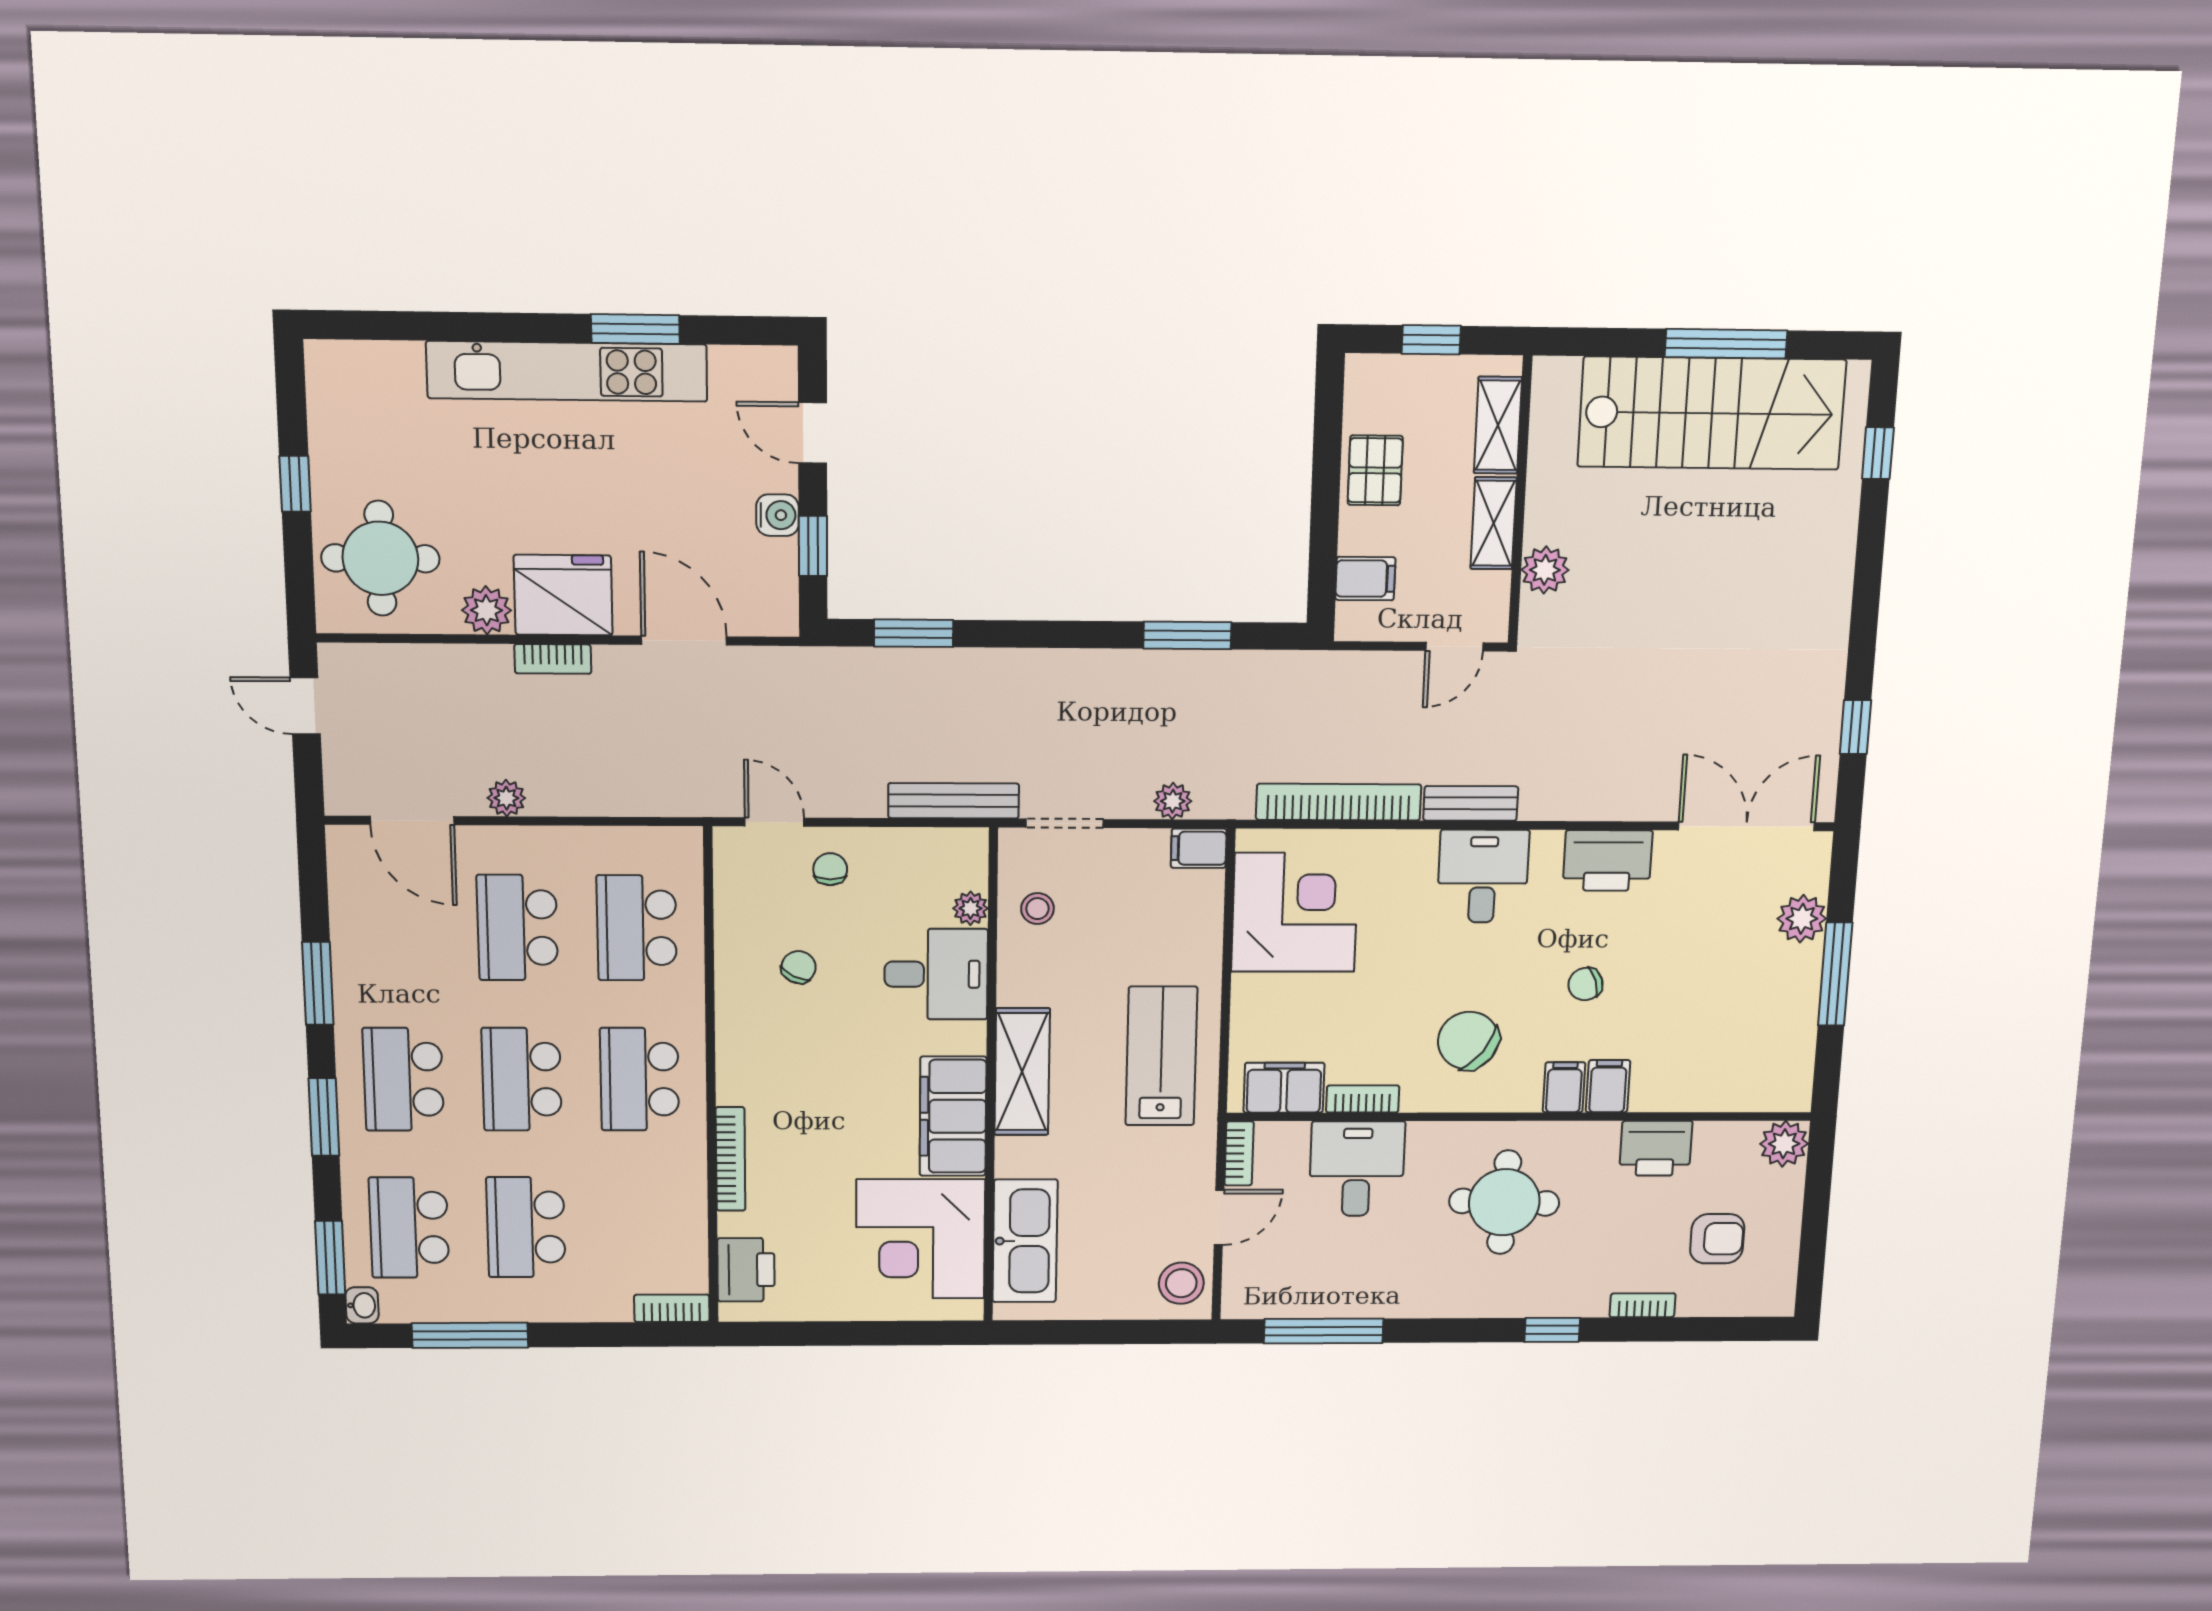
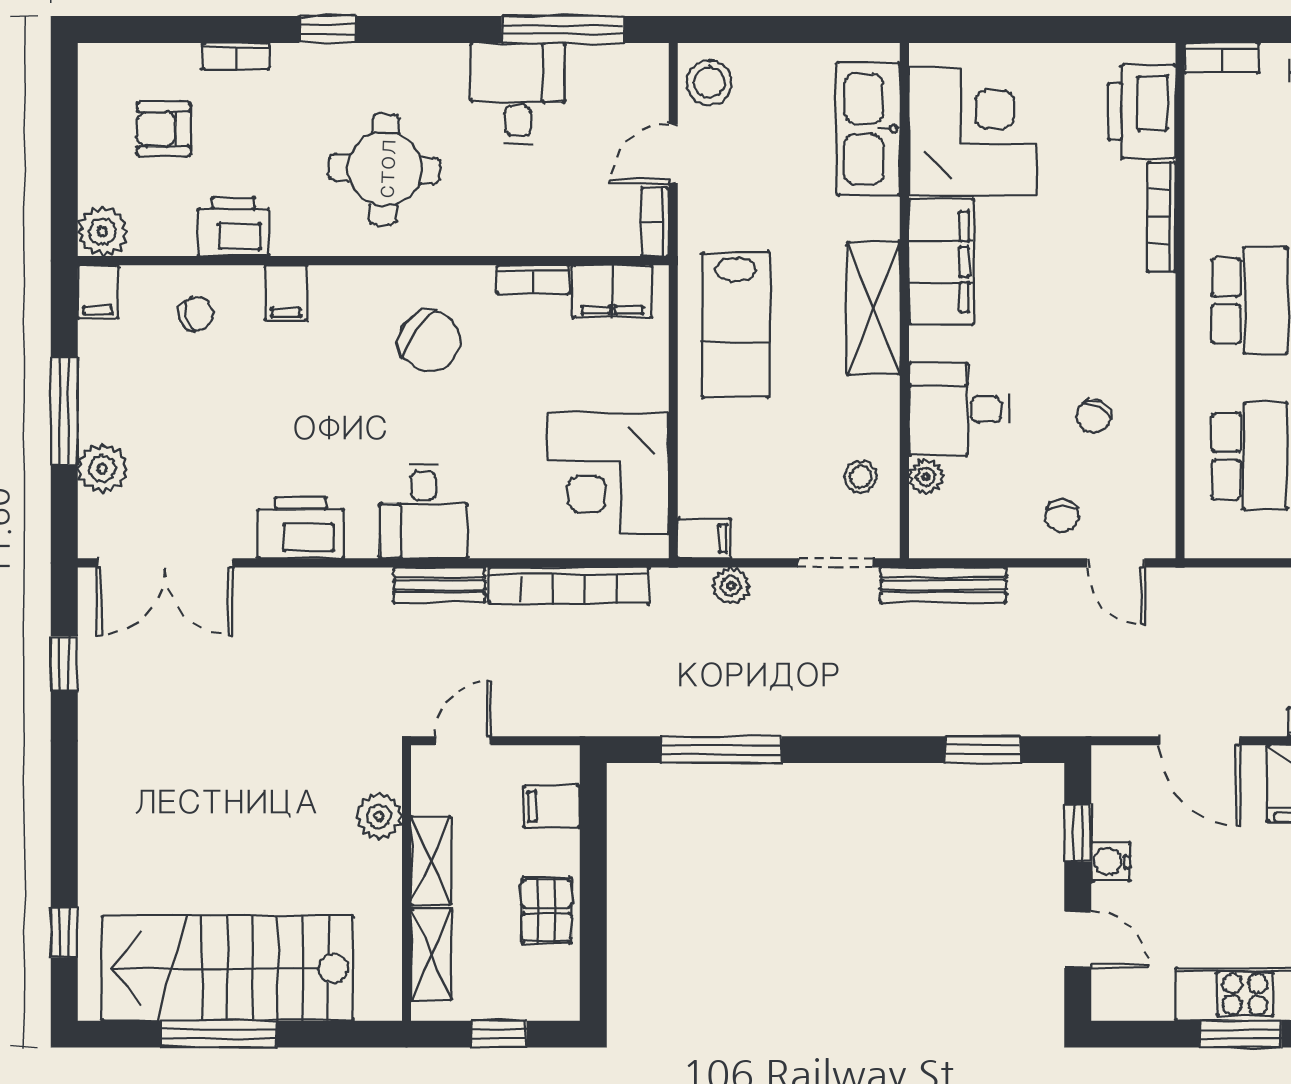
window: (1187, 635) -> (721, 750), width x1.44
chair: (1585, 984) -> (196, 314), moved
filing cabinet: (1564, 1087) -> (98, 292), moved
desk: (1357, 1169) -> (518, 94), moved, turned 180
printer: (746, 1270) -> (1142, 112), width x1.37, depth x1.19

